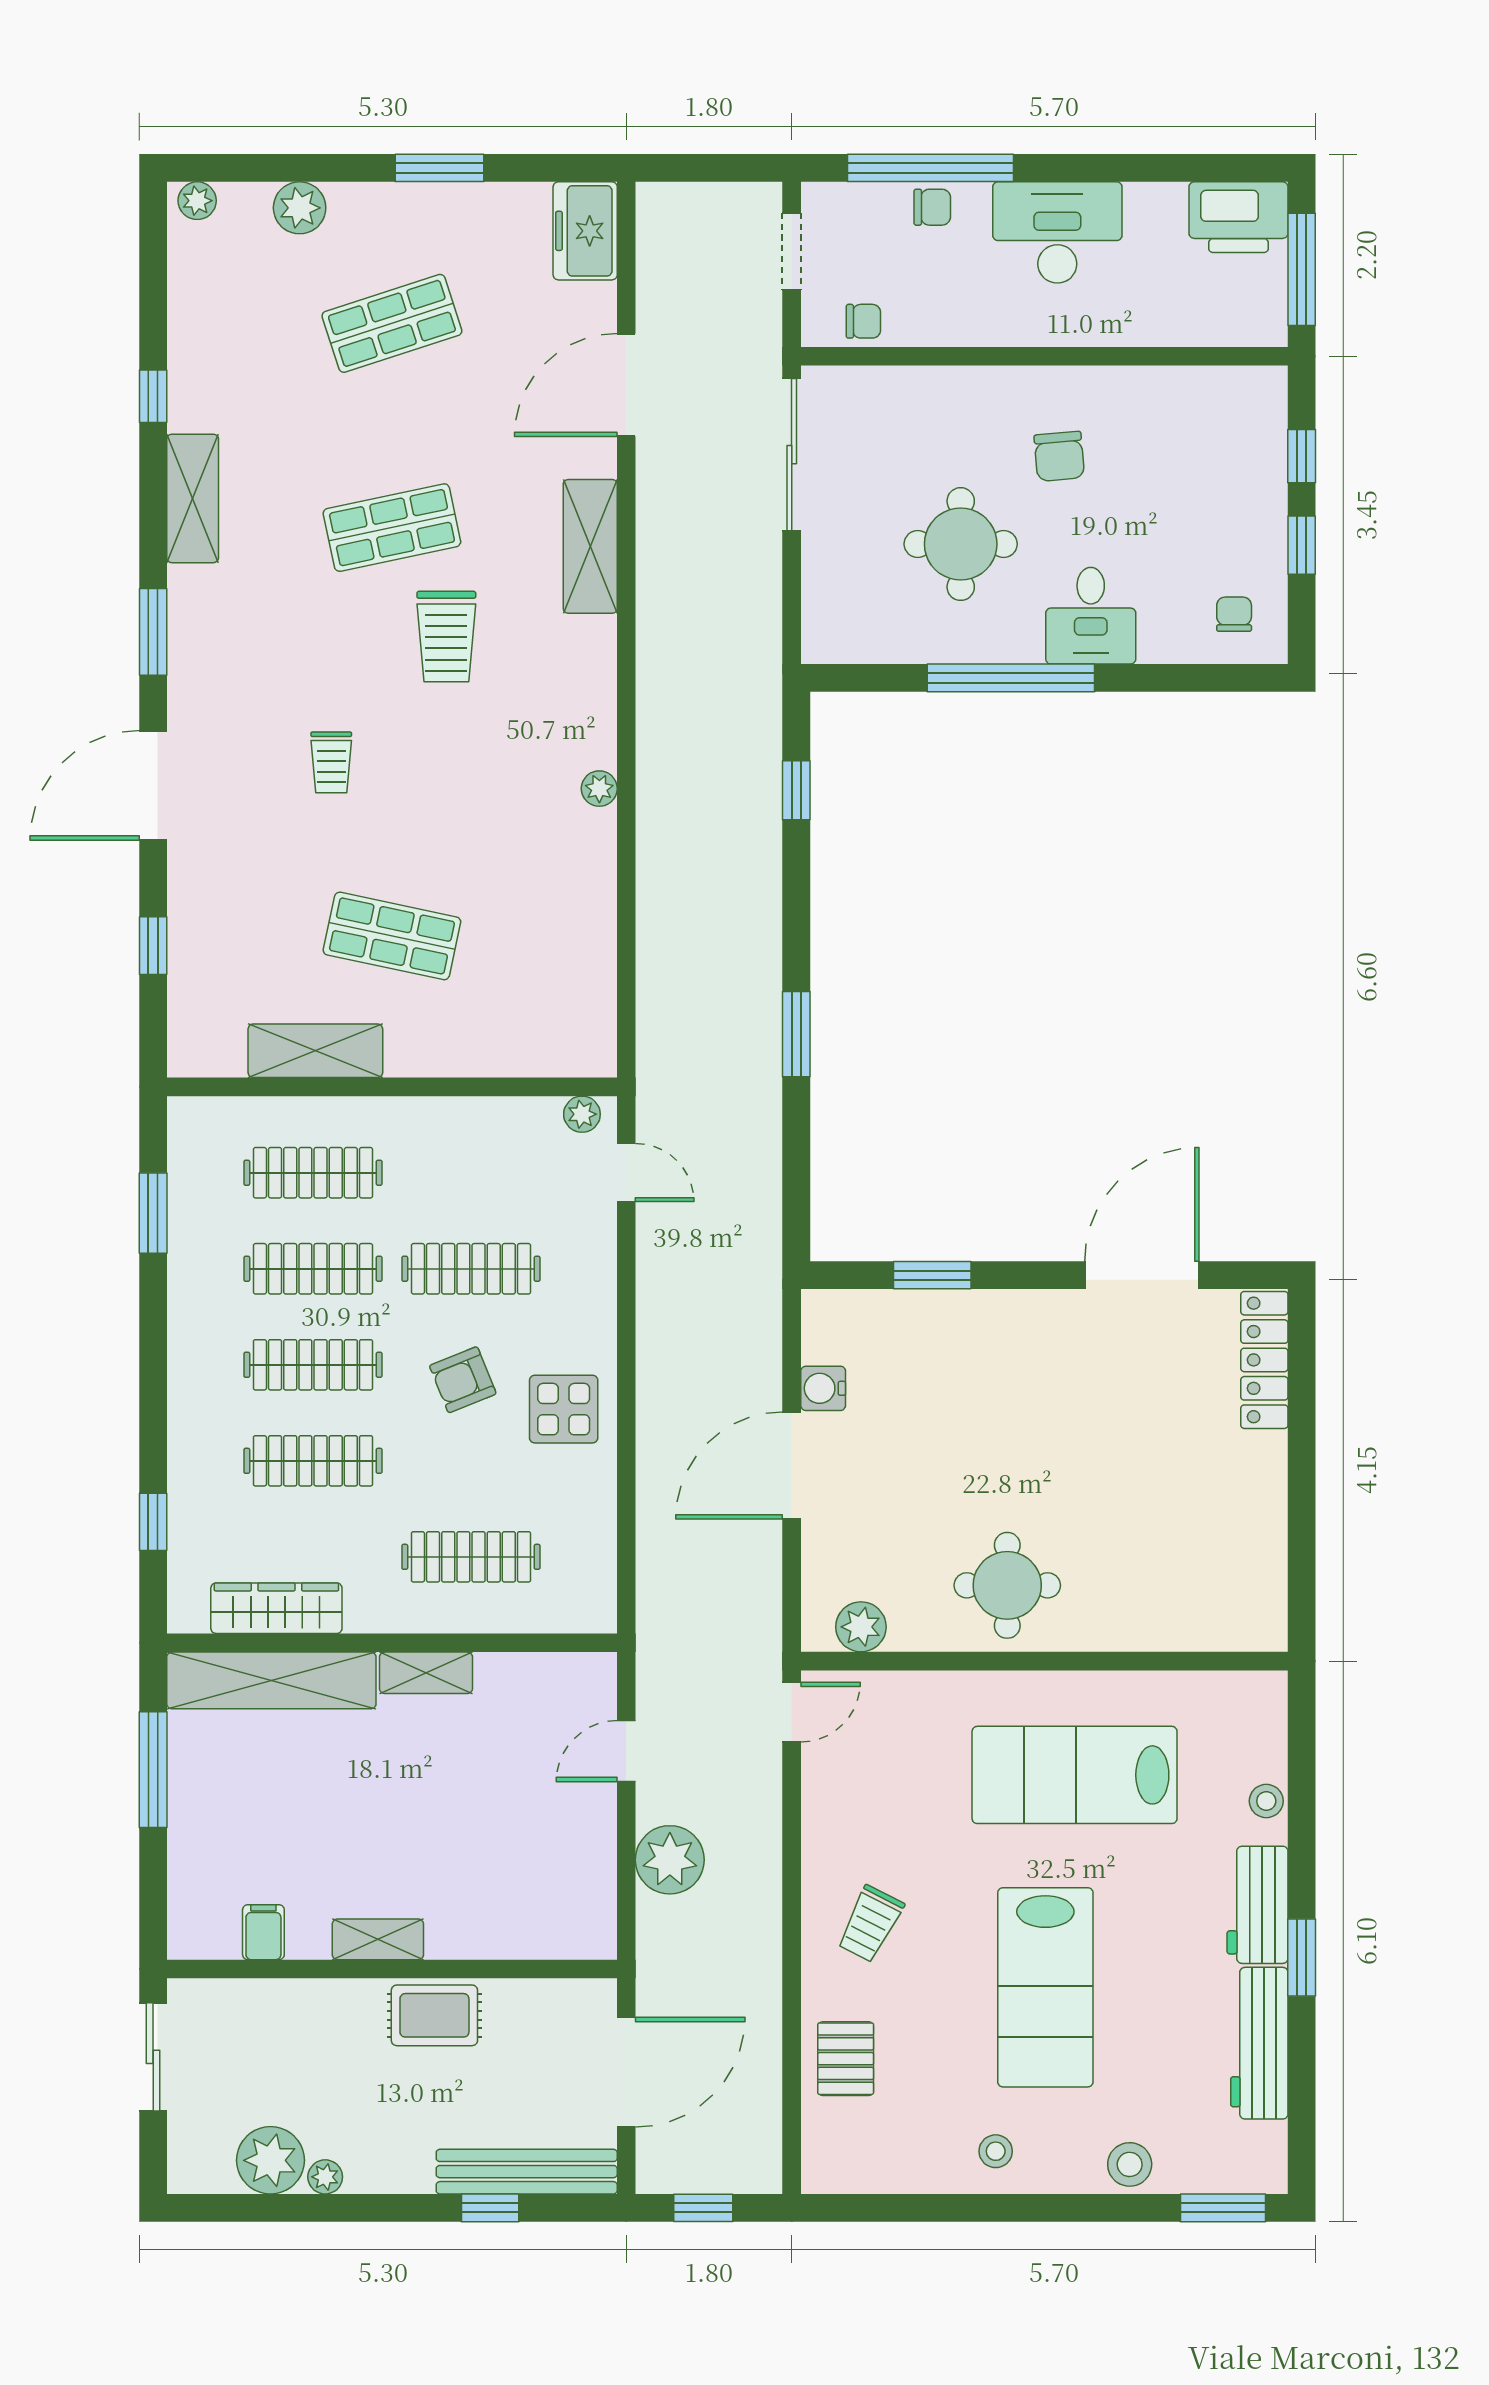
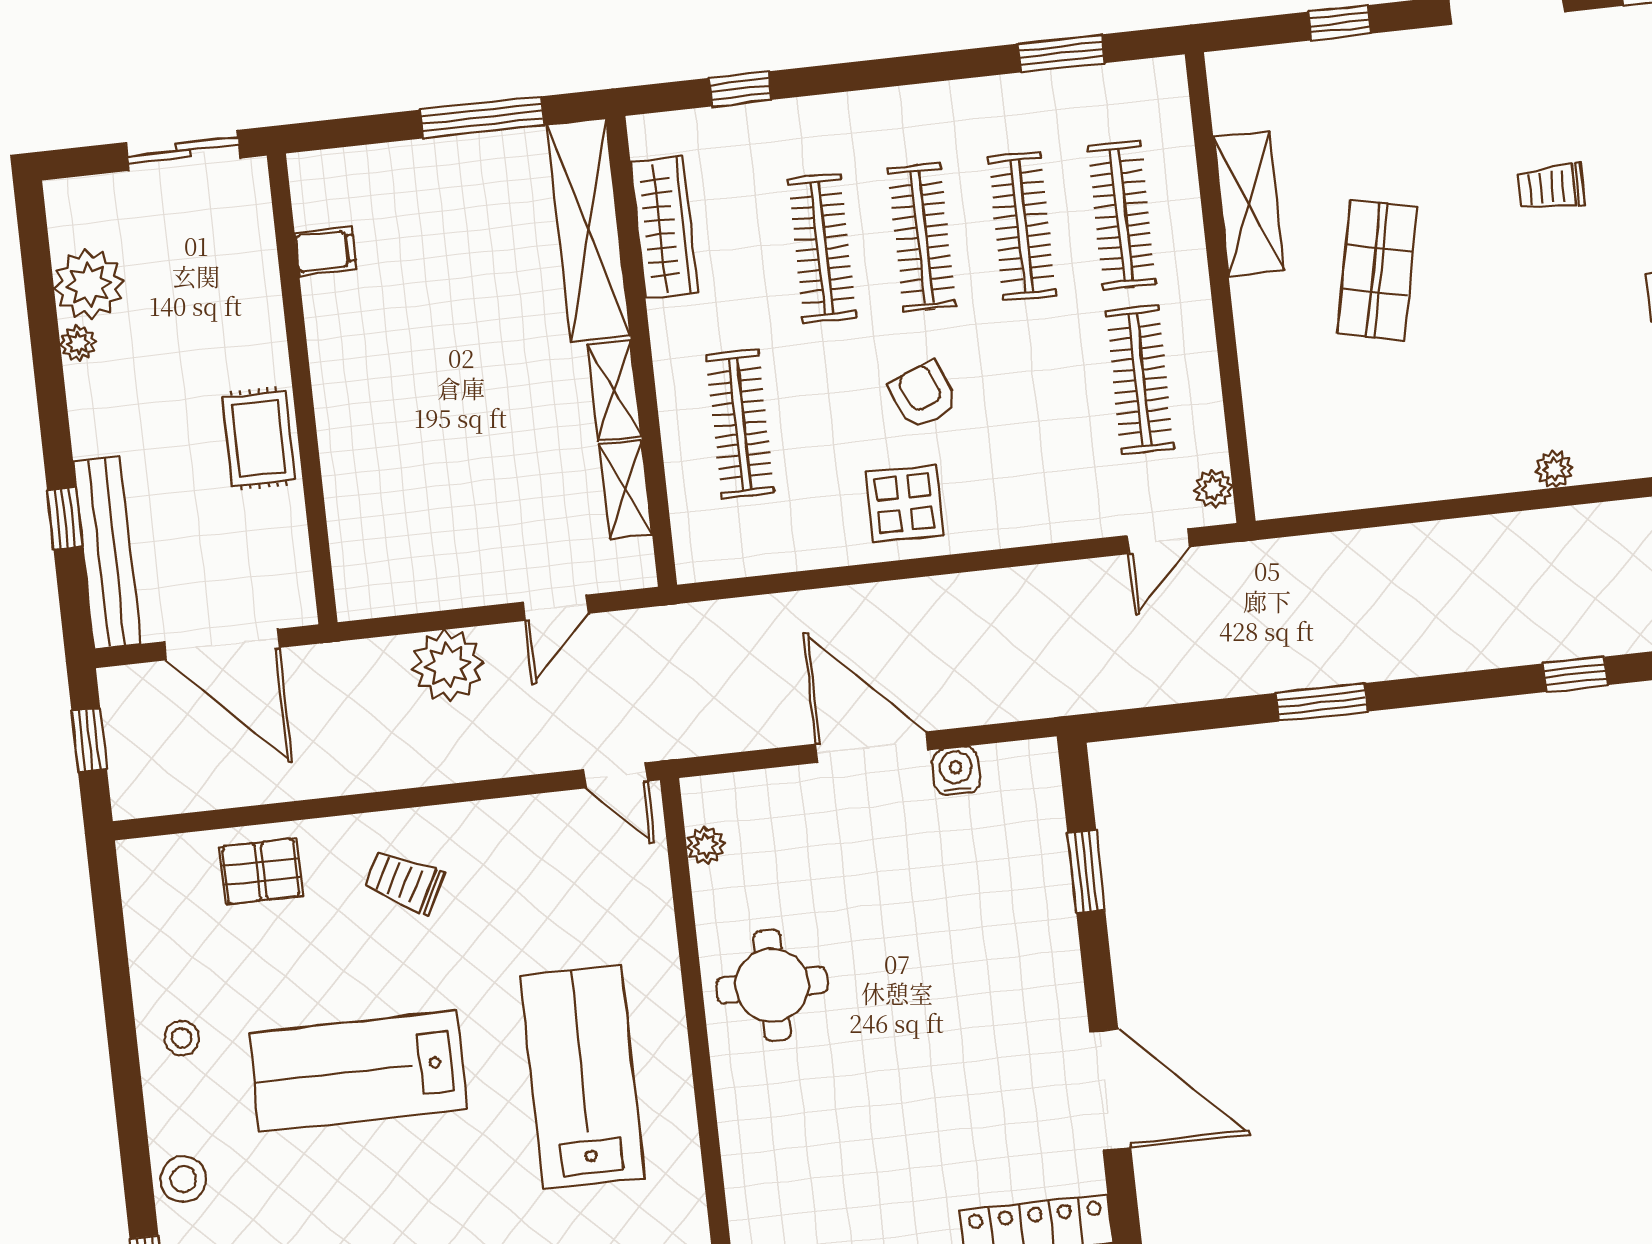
clothes rail: (471, 1269) -> (1140, 380), moved
plant: (861, 1627) -> (706, 846), width x0.73, depth x0.73
door: (626, 1751) -> (556, 608), swing flipped
shelving: (378, 1939) -> (626, 490), moved

